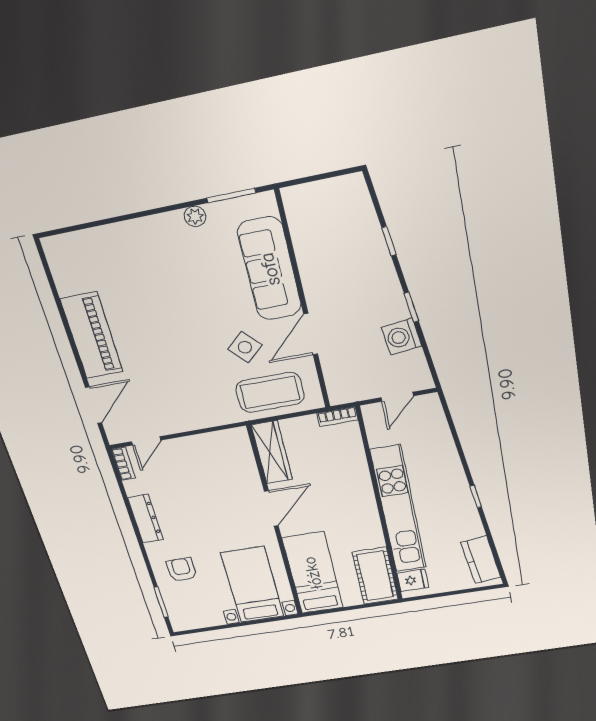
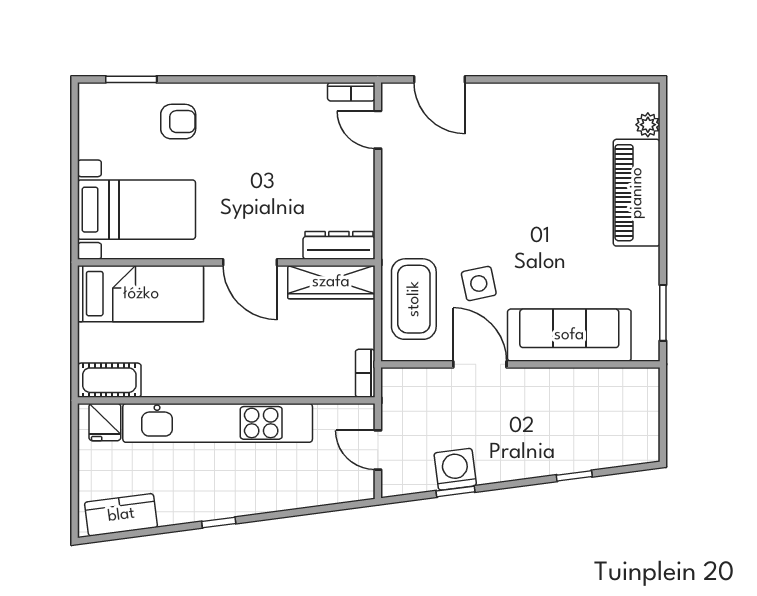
plant: (195, 216) -> (648, 125), moved
window: (411, 307) -> (455, 491), moved
piano: (92, 336) -> (637, 193), moved, turned 90
side table: (245, 347) -> (479, 283), turned 30
dresser: (146, 519) -> (339, 245), moved, turned 180
cot: (375, 576) -> (109, 380), width x0.73, depth x0.75

